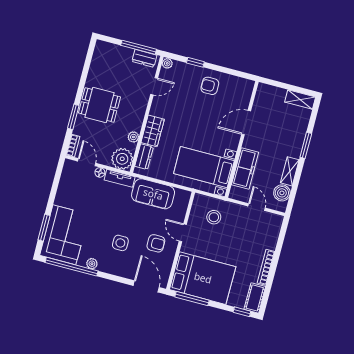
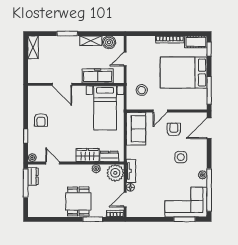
sofa: (153, 194) -> (136, 129), moved
bed: (203, 278) -> (184, 73), moved, turned -90

